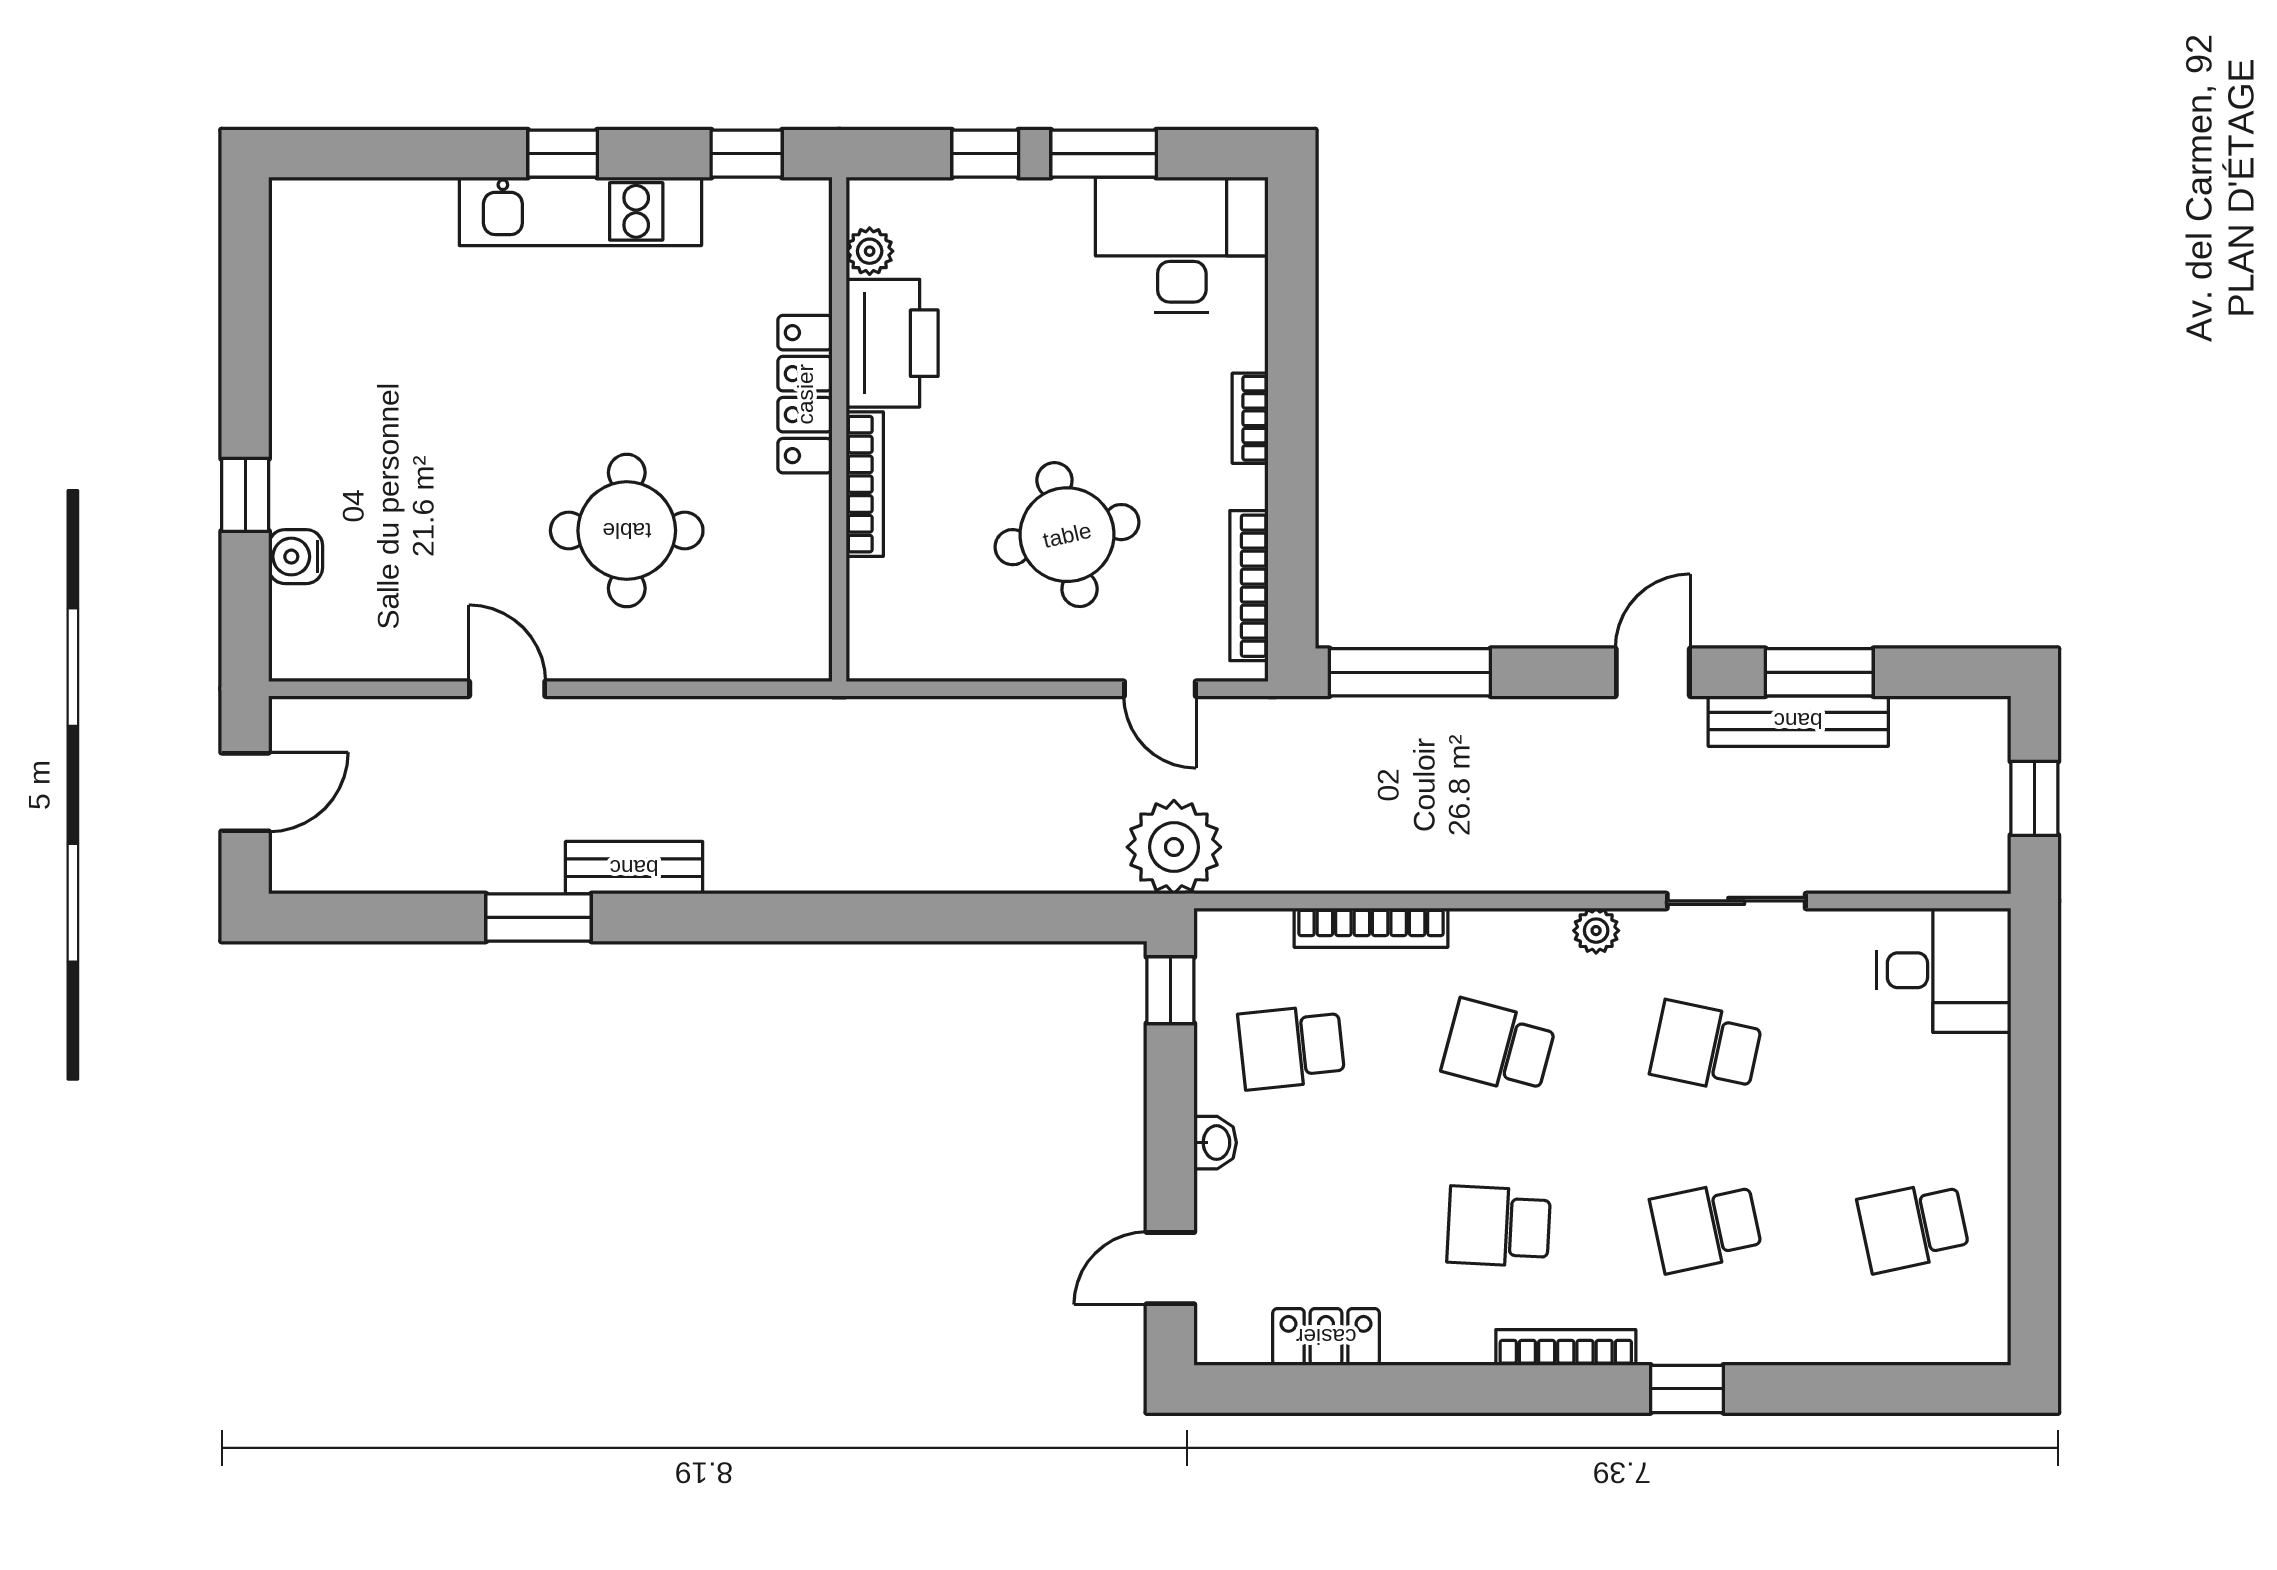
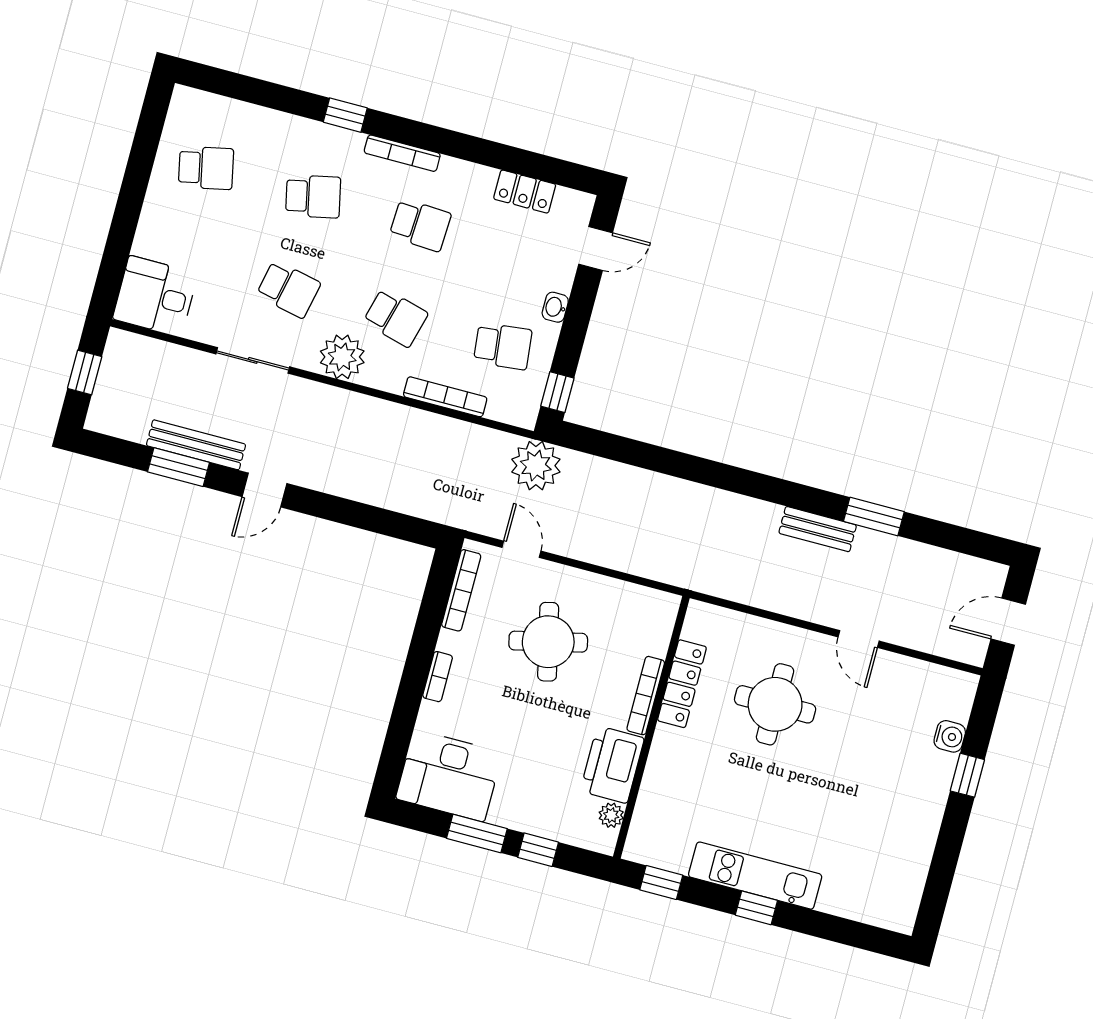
locker: (805, 394) -> (682, 684), moved
window: (1410, 672) -> (390, 523), removed
plant: (1596, 931) -> (342, 357), width x1.88, depth x1.88

